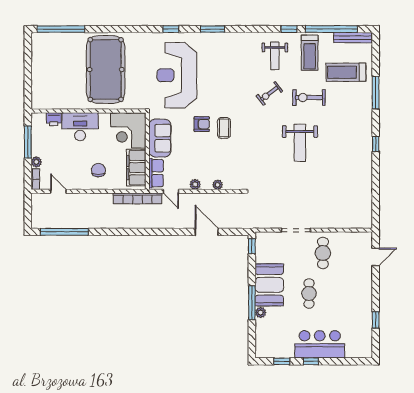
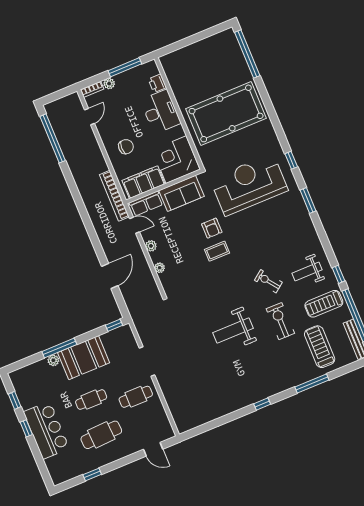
door: (171, 191) -> (135, 225), swing flipped
cafe table: (344, 297) -> (101, 435), added

